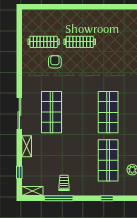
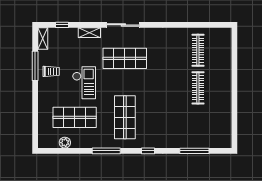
armchair: (55, 62) -> (177, 62), removed
shop shelf: (108, 112) -> (125, 117), turned 90
checkout: (75, 151) -> (84, 83), added
window: (107, 198) -> (35, 116), removed

